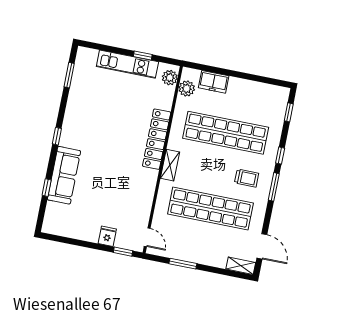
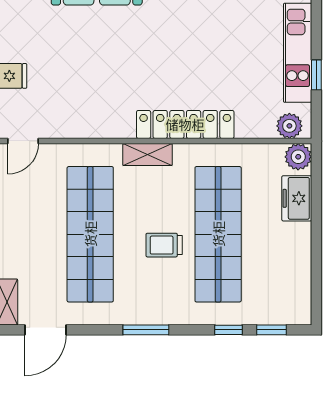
plant: (187, 89) -> (298, 157), moved
window: (280, 156) -> (228, 330), moved
trolley: (247, 178) -> (164, 245), moved, turned 90

